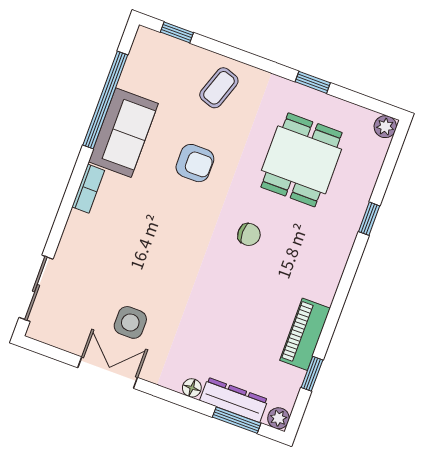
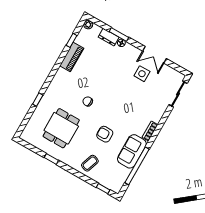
plant: (385, 127) -> (25, 136), removed
dresser: (234, 400) -> (109, 37), width x0.70
window: (237, 420) -> (119, 34), moved

